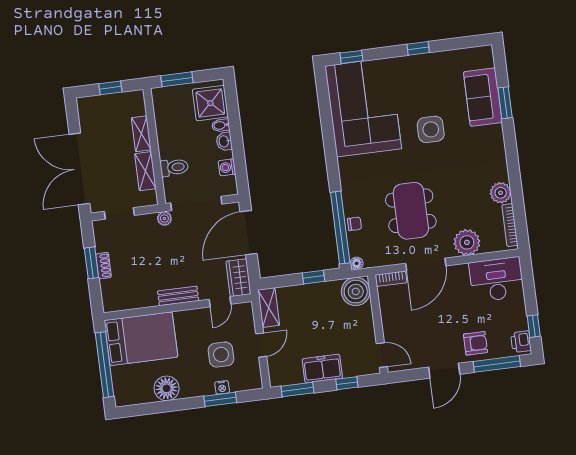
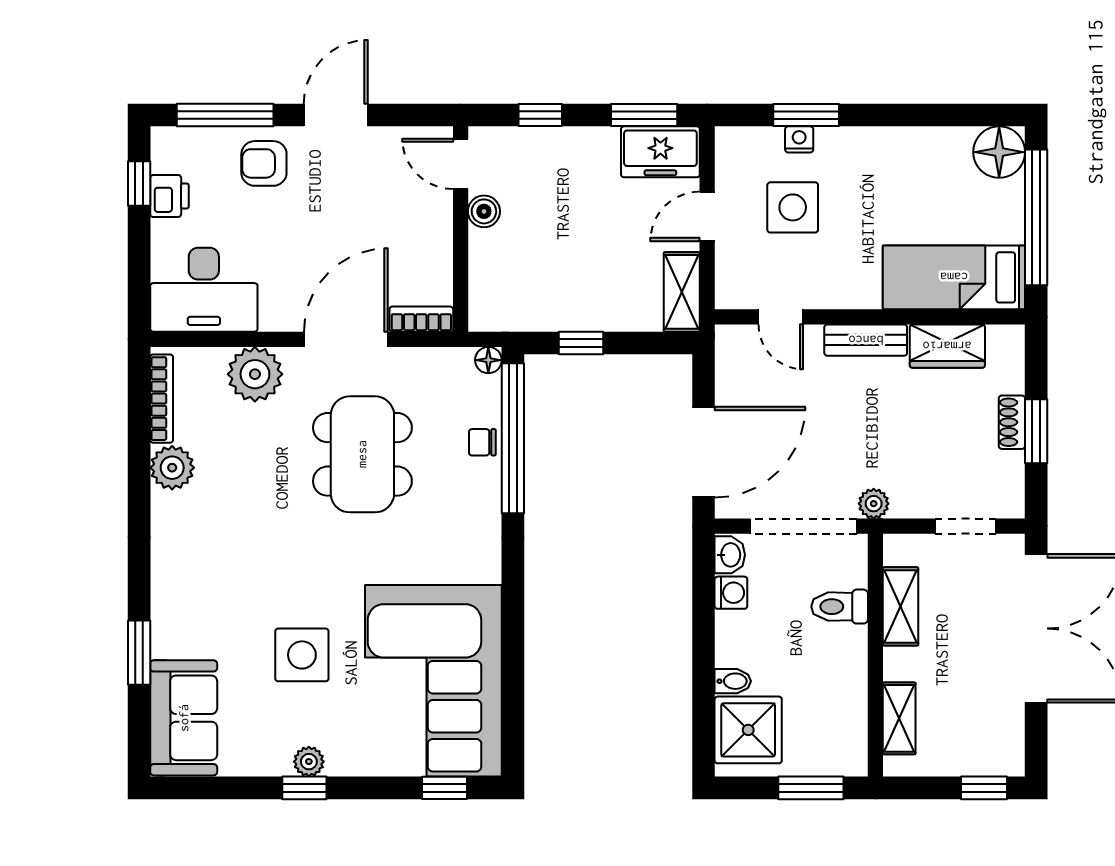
plant: (418, 61) -> (309, 762), added
window: (110, 88) -> (984, 788), moved
sofa: (483, 97) -> (184, 718), moved
side table: (431, 129) -> (302, 655), moved
shelving: (141, 134) -> (899, 718), moved
washbasin: (224, 141) -> (730, 555), moved
wardrobe: (238, 278) -> (947, 346), moved, turned 90
boiler: (356, 292) -> (484, 211), moved, width x0.54, depth x0.54
door: (220, 302) -> (781, 317), swing flipped
bed: (141, 339) -> (954, 277), width x0.67
printer: (521, 342) -> (169, 196), moved
freezer: (322, 369) -> (660, 152), moved
floor lamp: (167, 388) -> (999, 152), moved

